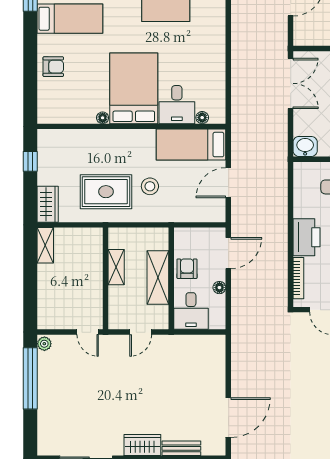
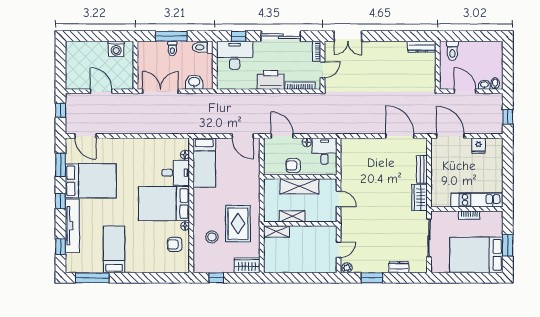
armchair: (53, 67) -> (175, 244), moved, turned -91
washbasin: (305, 146) -> (194, 82), moved, turned 90
door: (228, 183) -> (243, 136), moved
stool: (150, 186) -> (212, 237), moved
shelving: (45, 245) -> (276, 231), moved
desk: (191, 311) -> (324, 151), moved, turned -90
door: (88, 332) -> (339, 250), moved
window: (30, 378) -> (372, 278), width x0.47
dresser: (45, 416) -> (399, 267), added

